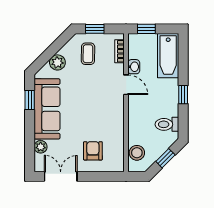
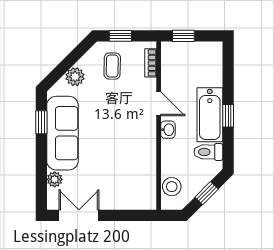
bathtub: (168, 56) -> (210, 115), moved
washbasin: (134, 67) -> (168, 130), moved
armchair: (93, 151) -> (118, 184), removed

